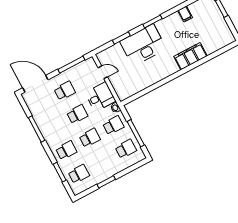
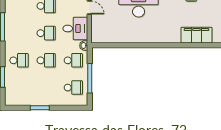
filing cabinet: (190, 56) -> (197, 35), moved
school desk: (79, 174) -> (19, 88), removed

